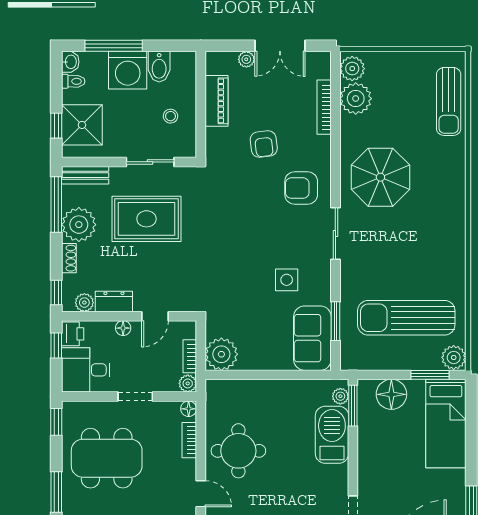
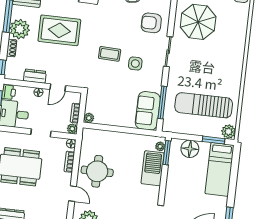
coffee table: (236, 249) -> (110, 54), added
side table: (287, 280) -> (135, 64), moved
plant: (84, 303) -> (18, 75), removed
window: (335, 321) -> (162, 102), width x1.44
plant: (221, 354) -> (89, 118), width x0.53, depth x0.53

